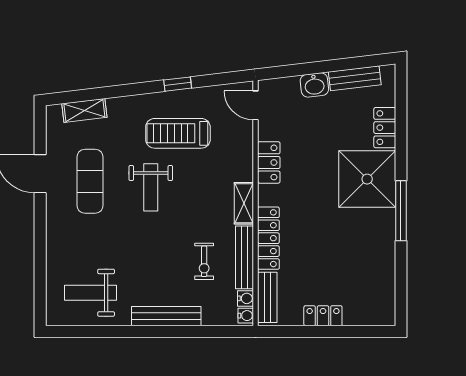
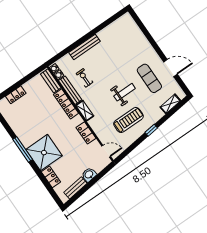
window: (178, 84) -> (151, 130), moved
weight bench: (151, 187) -> (125, 92), turned 90
weight bench: (91, 293) -> (120, 36), removed
locker: (323, 316) -> (16, 95), moved

